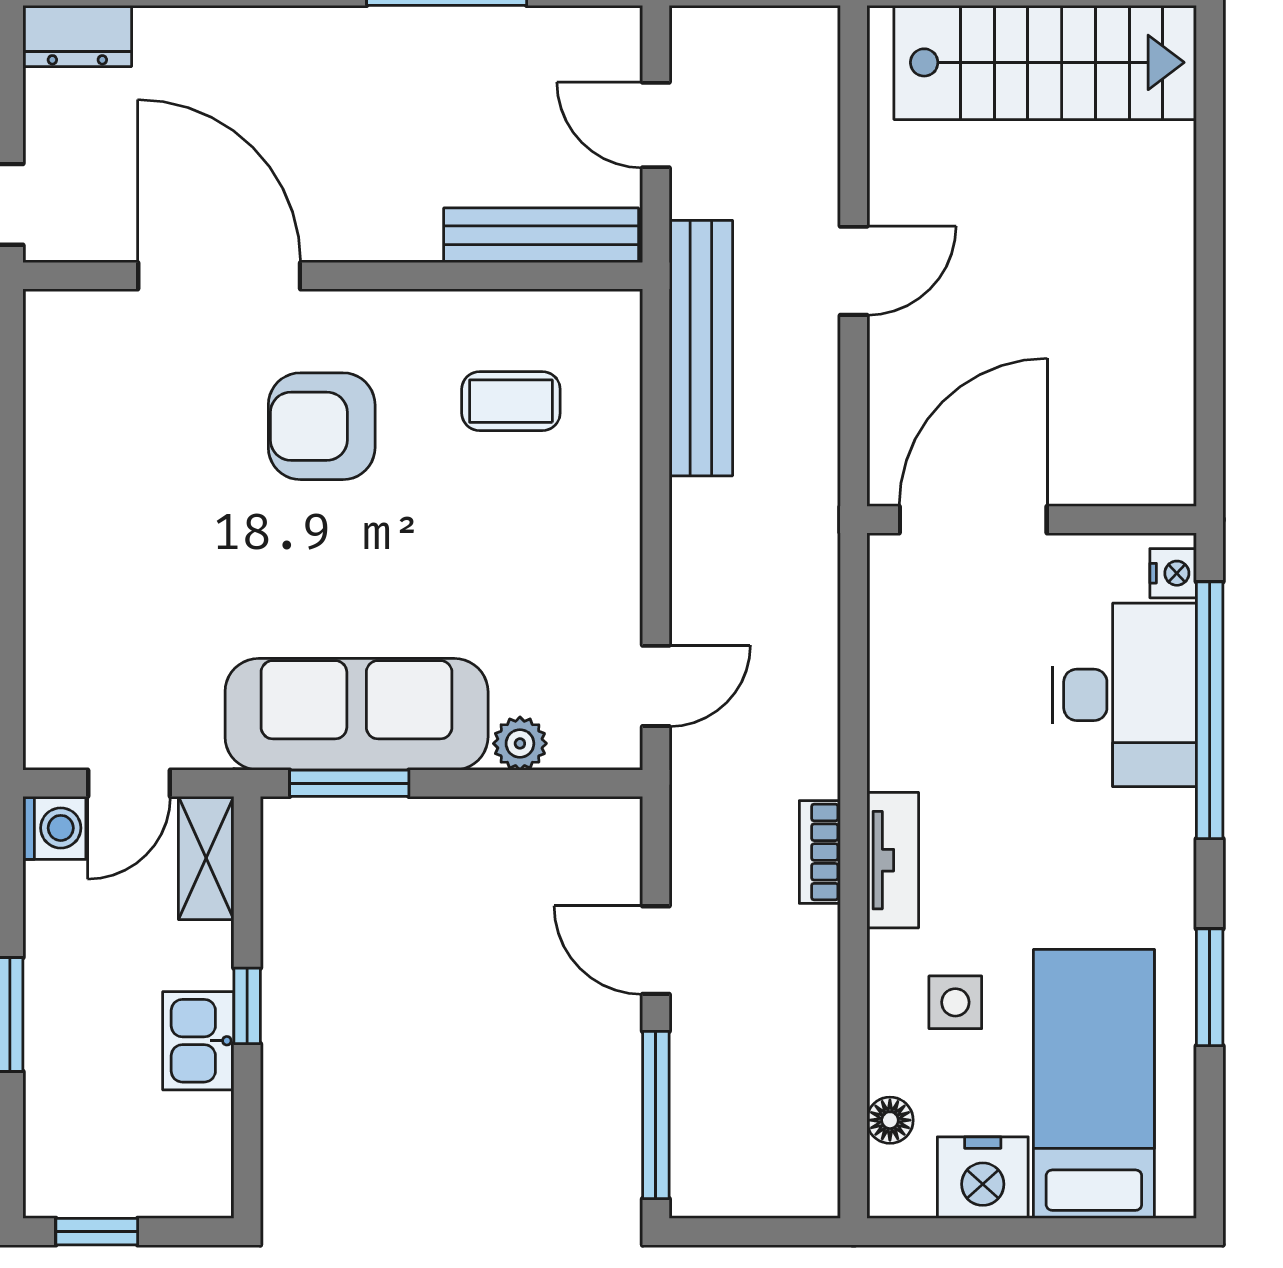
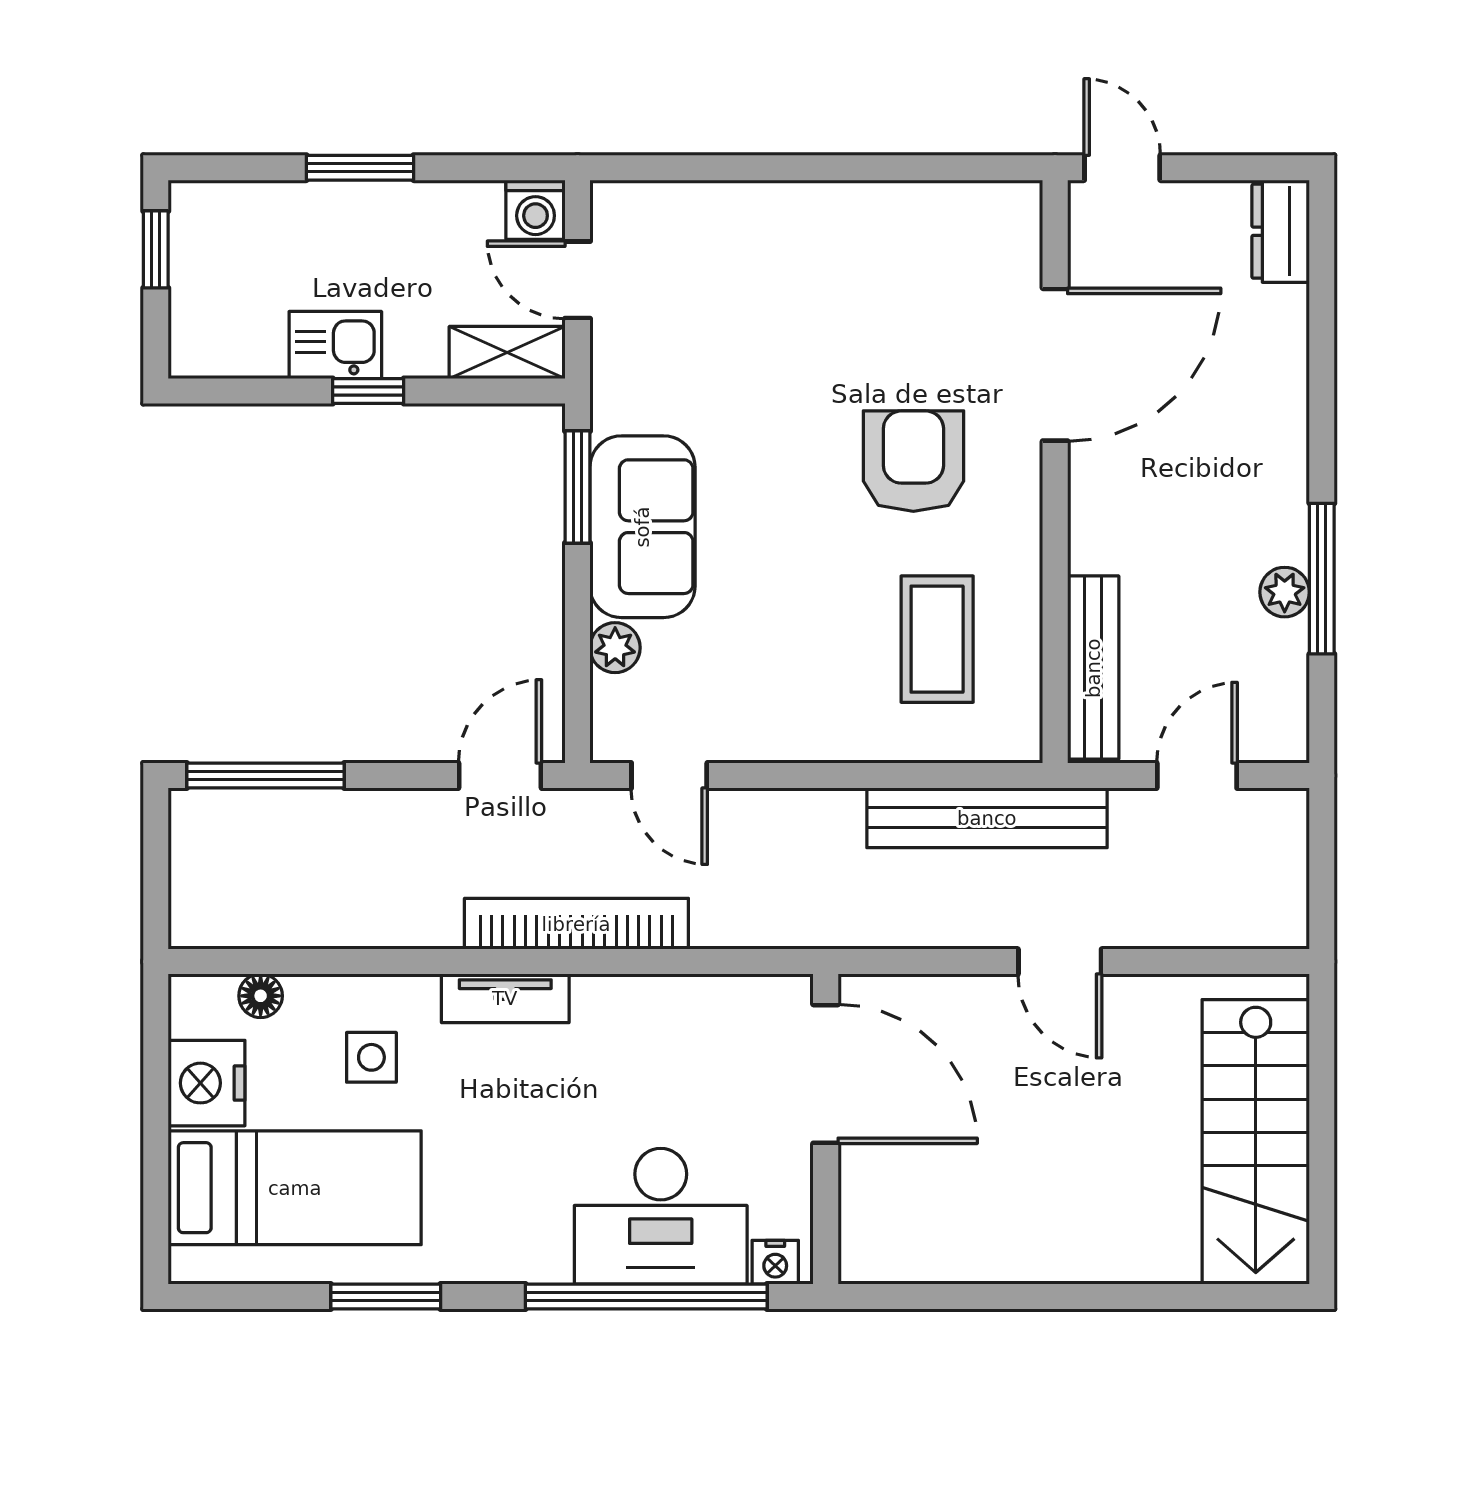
plant: (461, 32) -> (1285, 592), added
coffee table: (511, 401) -> (937, 639), width x1.36, depth x1.30
sofa: (357, 714) -> (642, 527), width x0.73
bookcase: (820, 852) -> (576, 924), width x2.31, depth x1.31
door: (656, 950) -> (500, 776), moved

